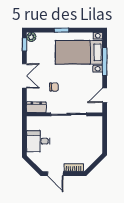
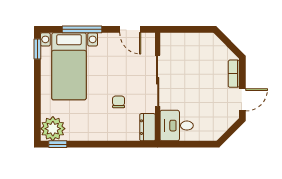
window: (61, 30) -> (37, 49), moved
plant: (31, 37) -> (53, 129), width x1.87, depth x1.87
double door: (24, 76) -> (103, 144), removed
desk: (38, 141) -> (177, 126), moved, turned 90

